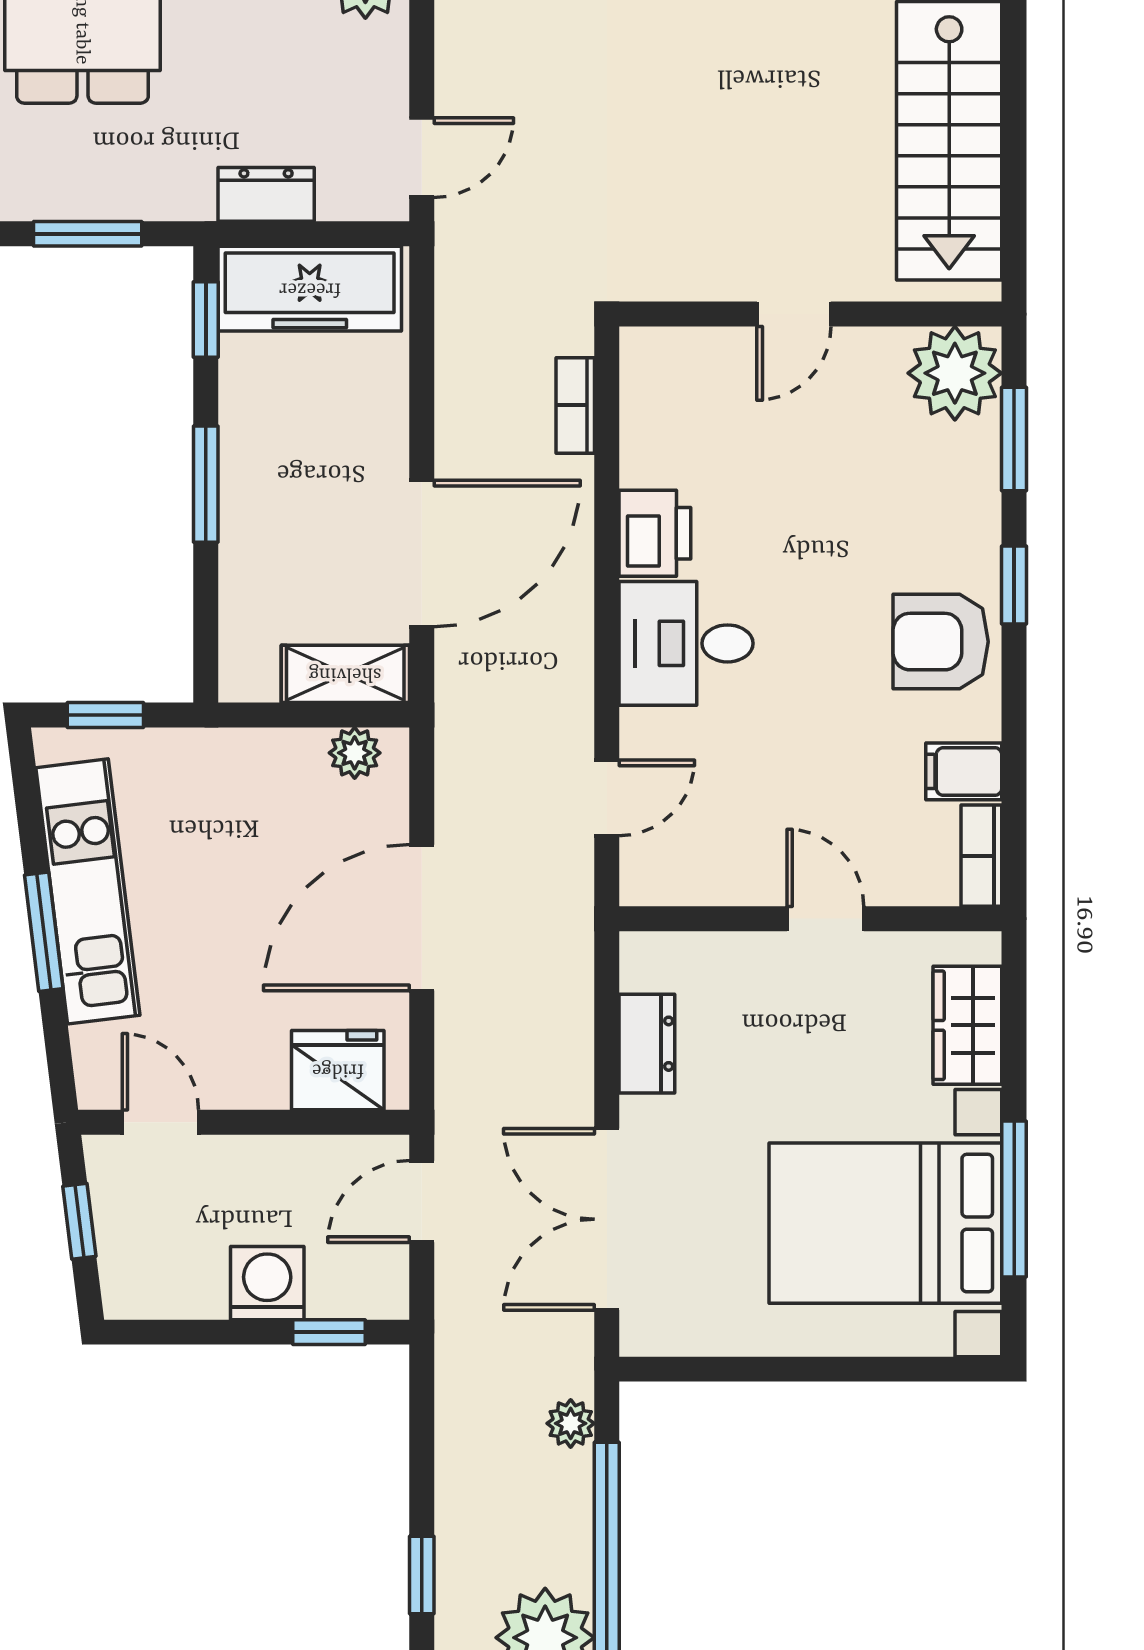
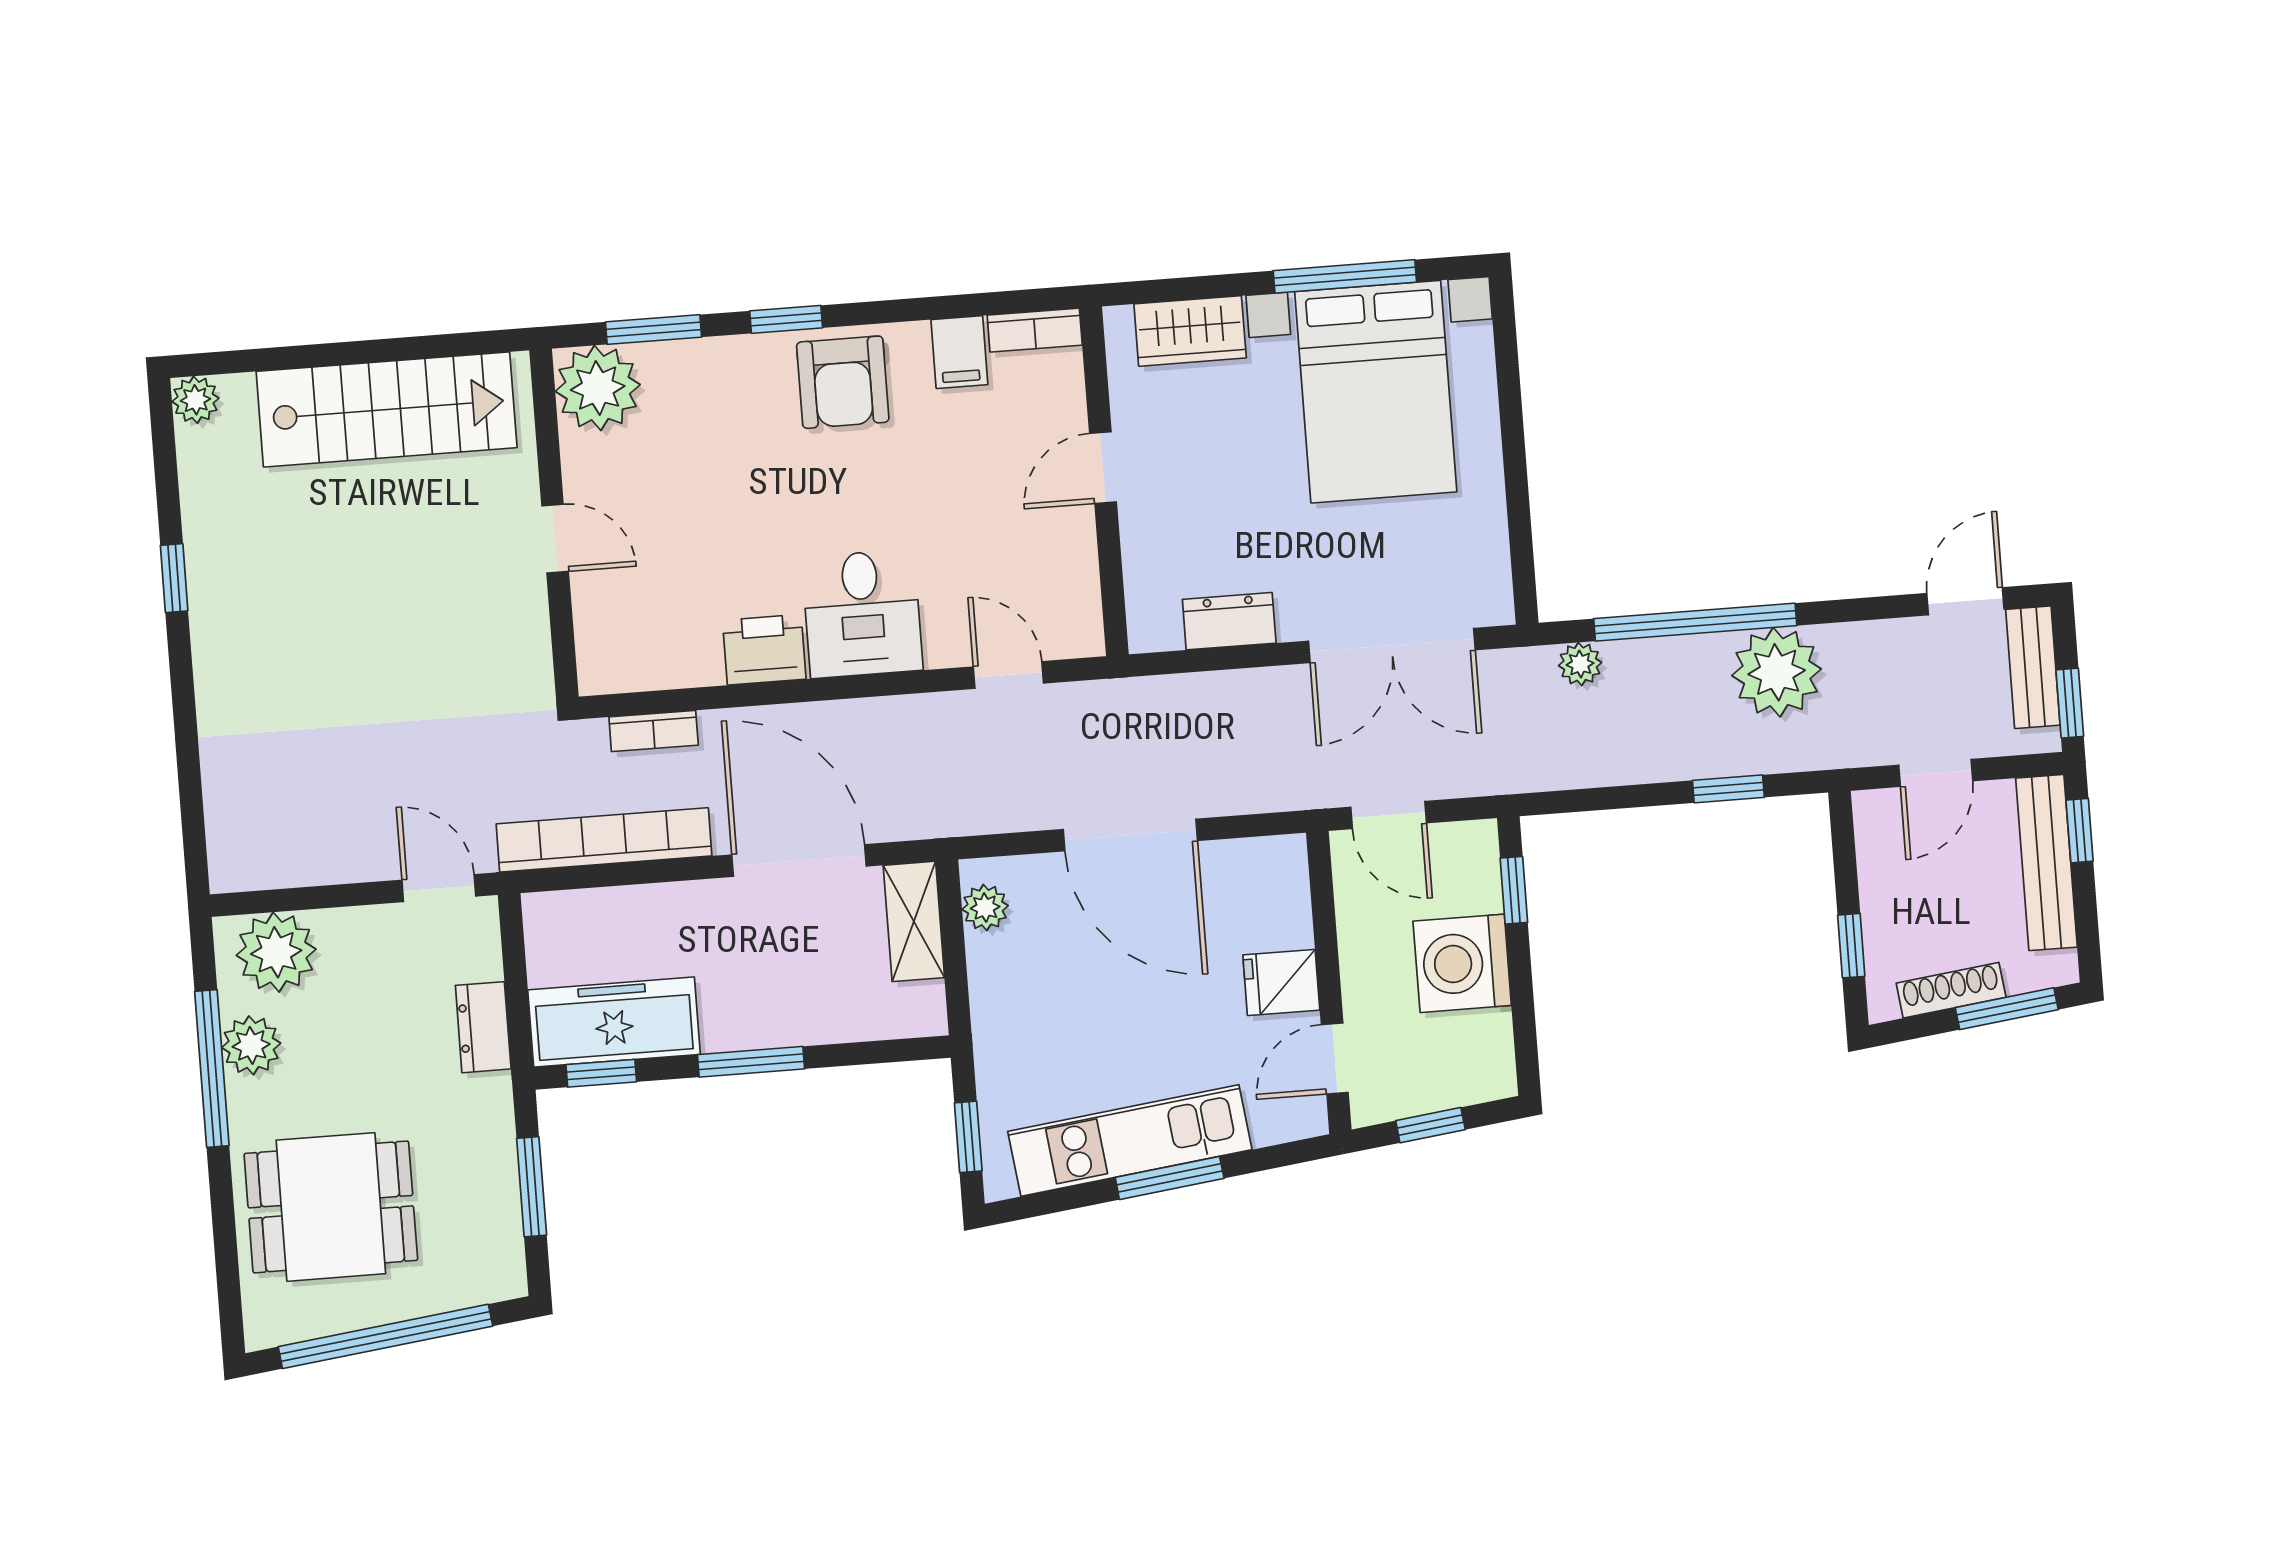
freezer: (310, 289) -> (614, 1022), moved, turned -90
bookcase: (461, 342) -> (604, 840), added
fridge: (338, 1070) -> (1281, 982), moved, width x0.72
washing machine: (267, 1283) -> (1462, 963), width x1.37, depth x1.37

